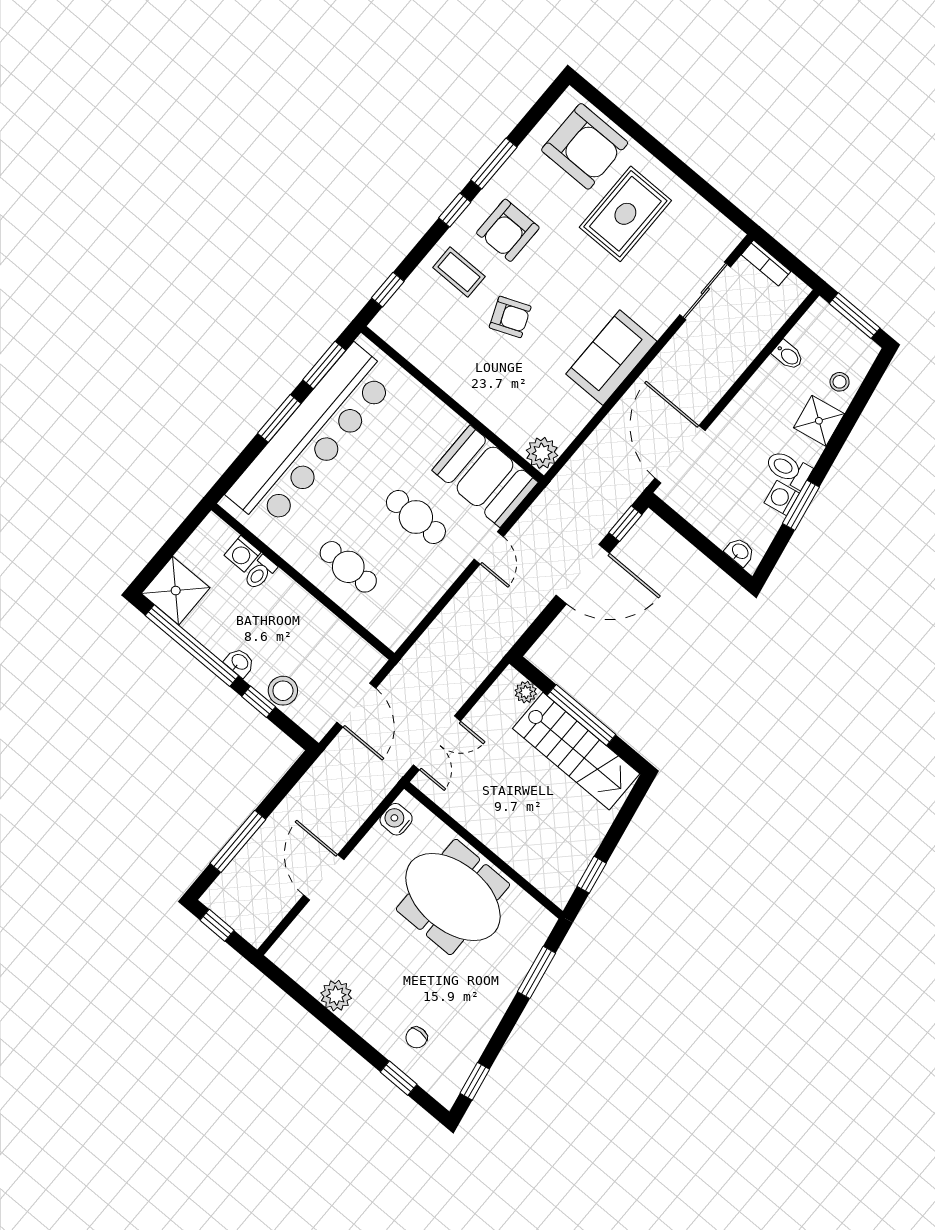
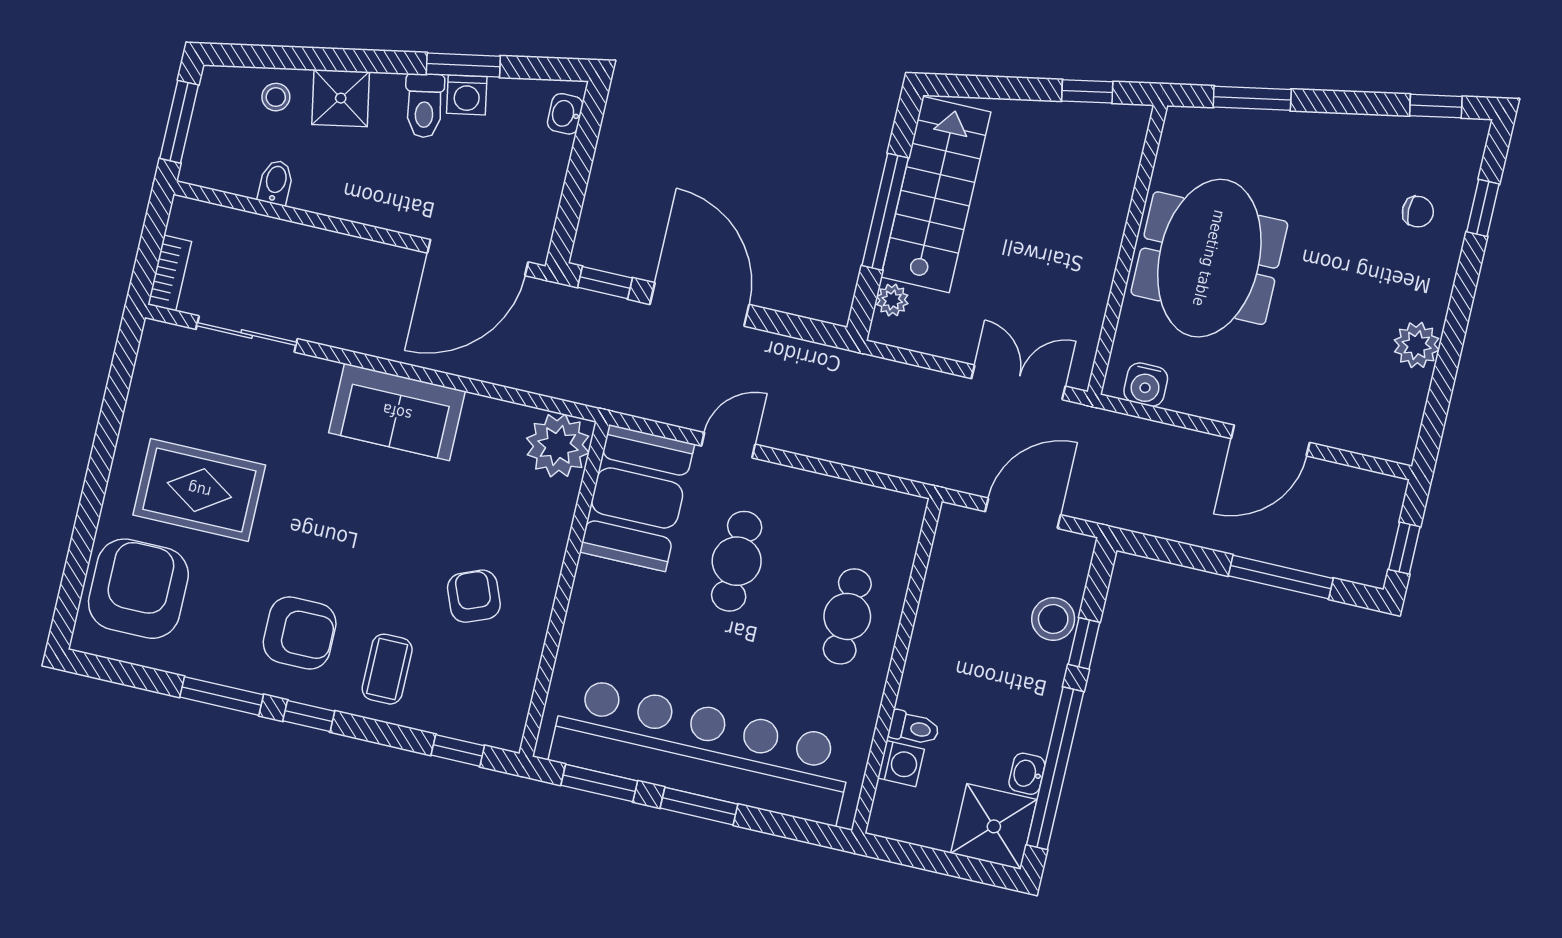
armchair: (510, 317) -> (474, 596), moved
plant: (542, 453) -> (558, 445), width x1.36, depth x1.36
washbasin: (240, 662) -> (1027, 774), moved

